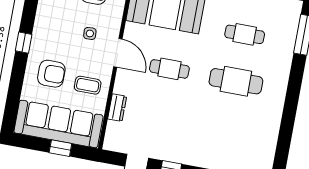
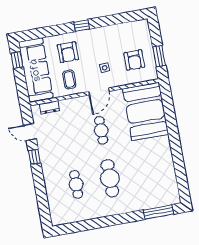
cafe table: (245, 34) -> (76, 184), moved
dresser: (117, 108) -> (49, 107), moved
window: (60, 148) -> (17, 60), moved

